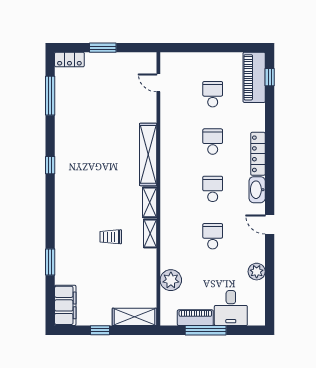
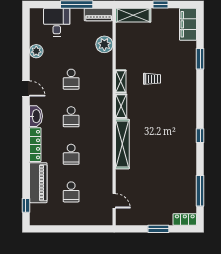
piano: (254, 77) -> (38, 183), moved
piano: (195, 318) -> (99, 15), moved

